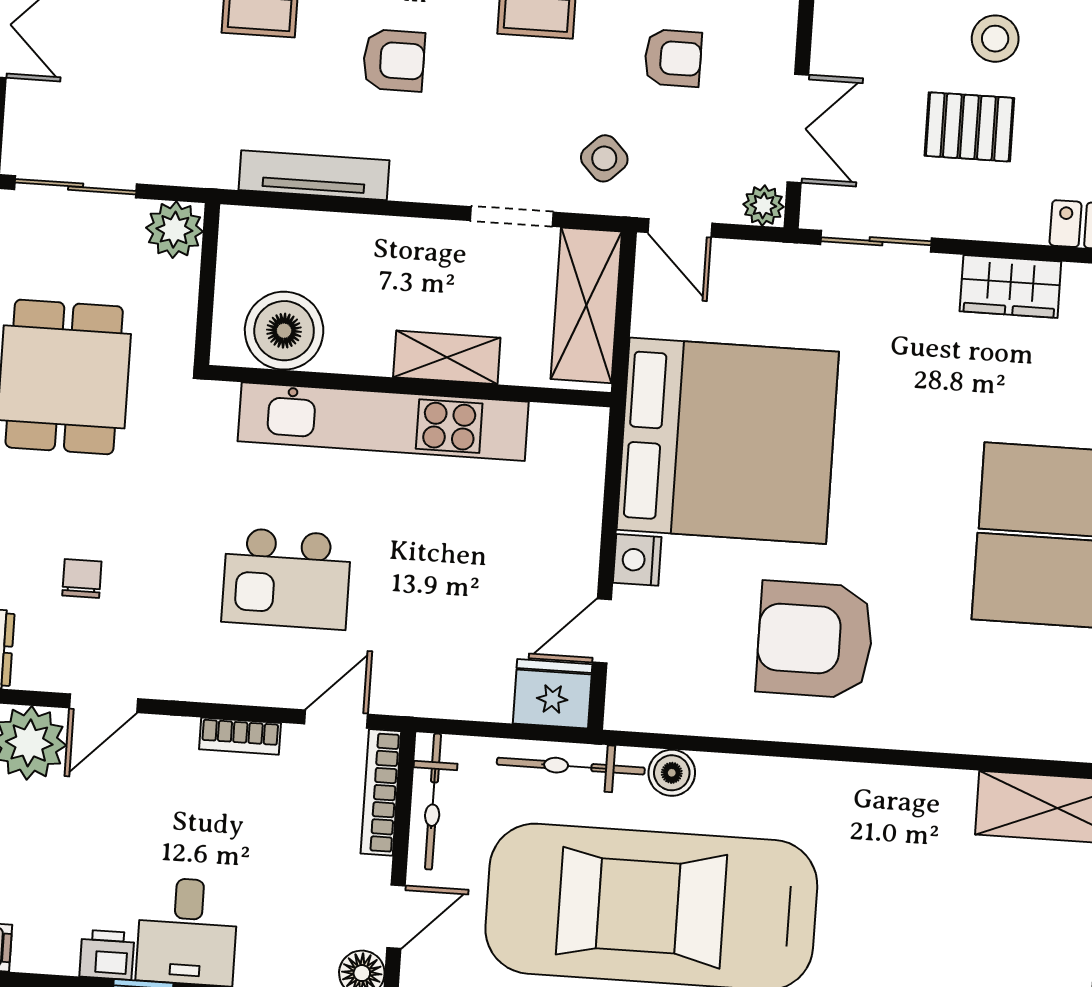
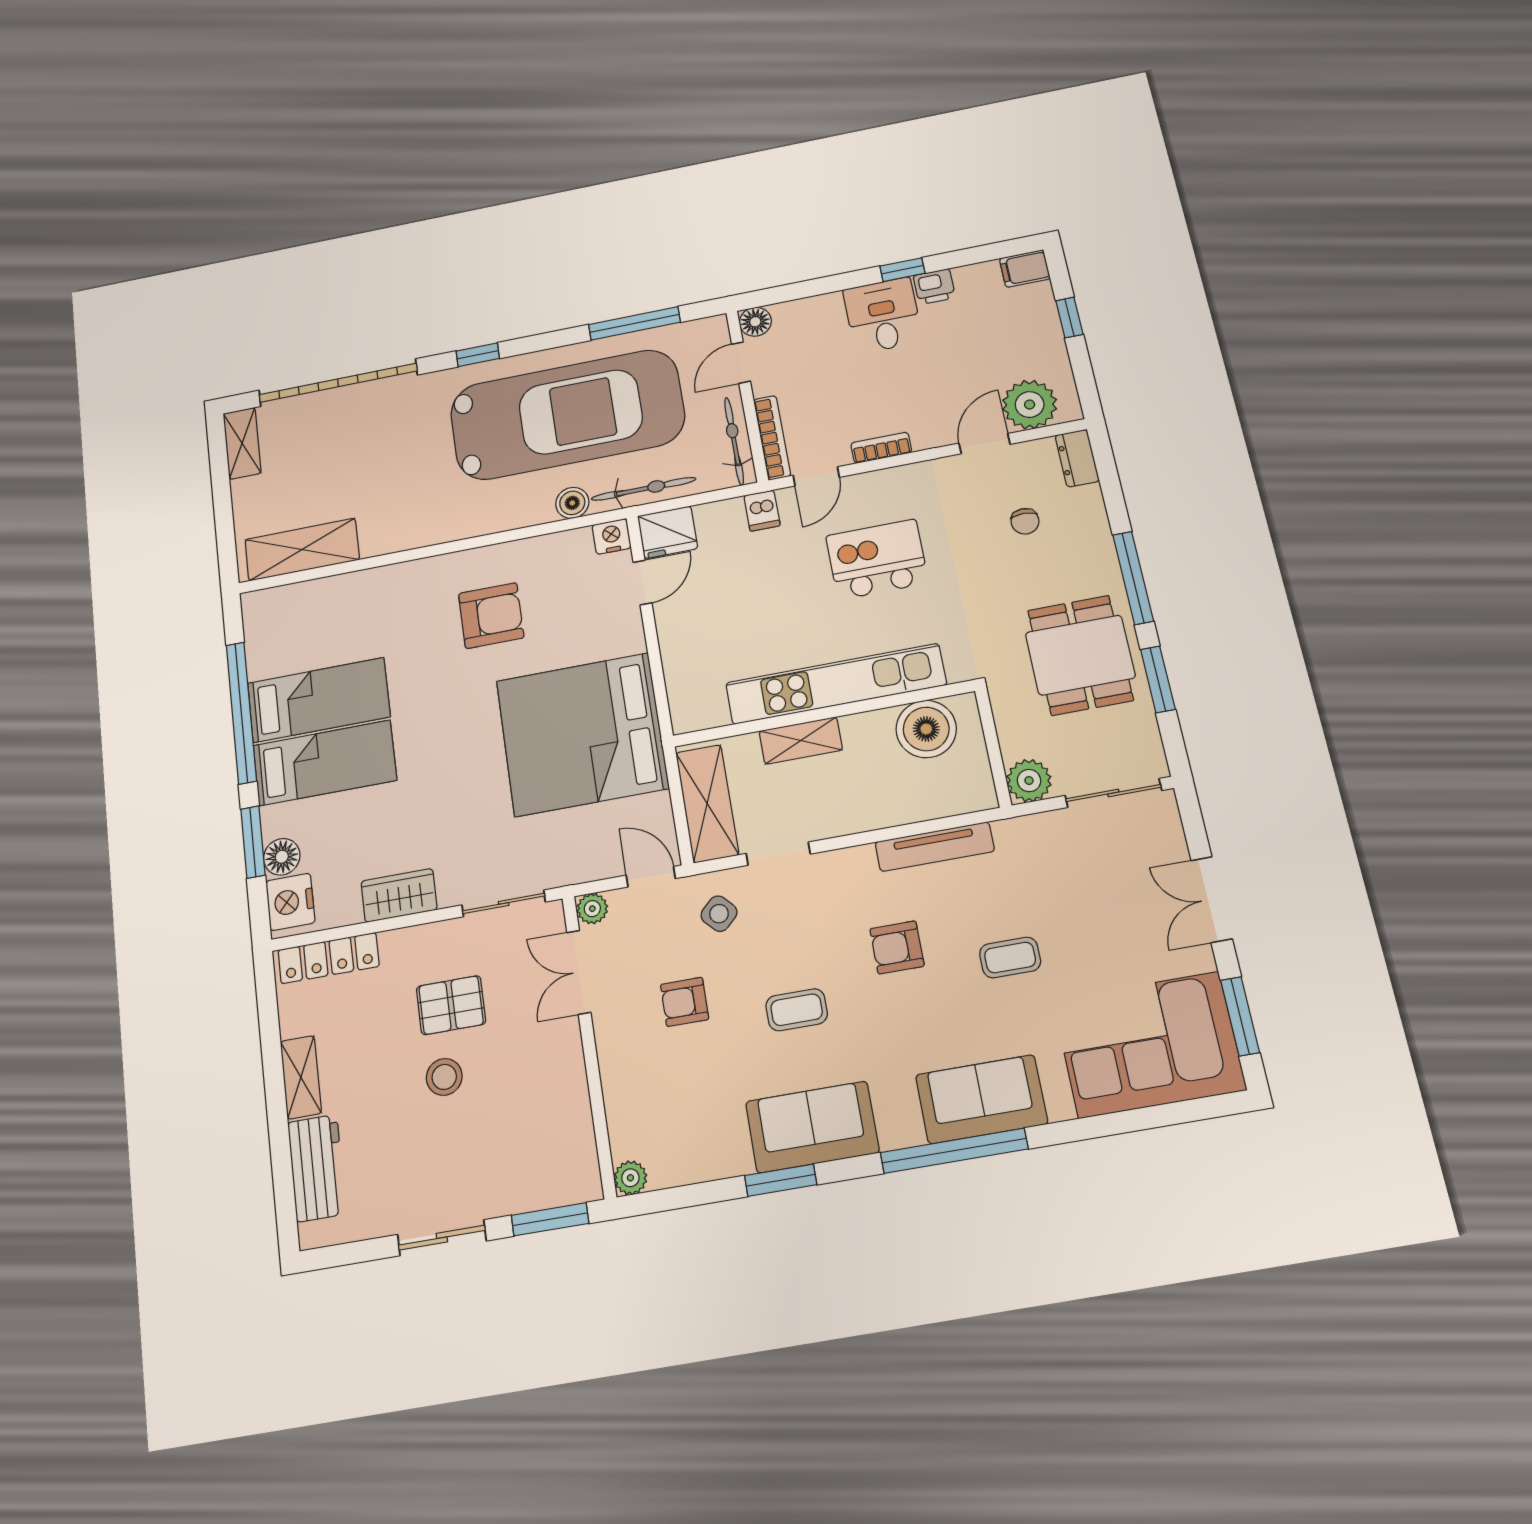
nightstand: (637, 560) -> (612, 536), moved, turned -90
armchair: (815, 640) -> (491, 616), width x0.73, depth x0.73
dishwasher: (420, 690) -> (762, 511), added

